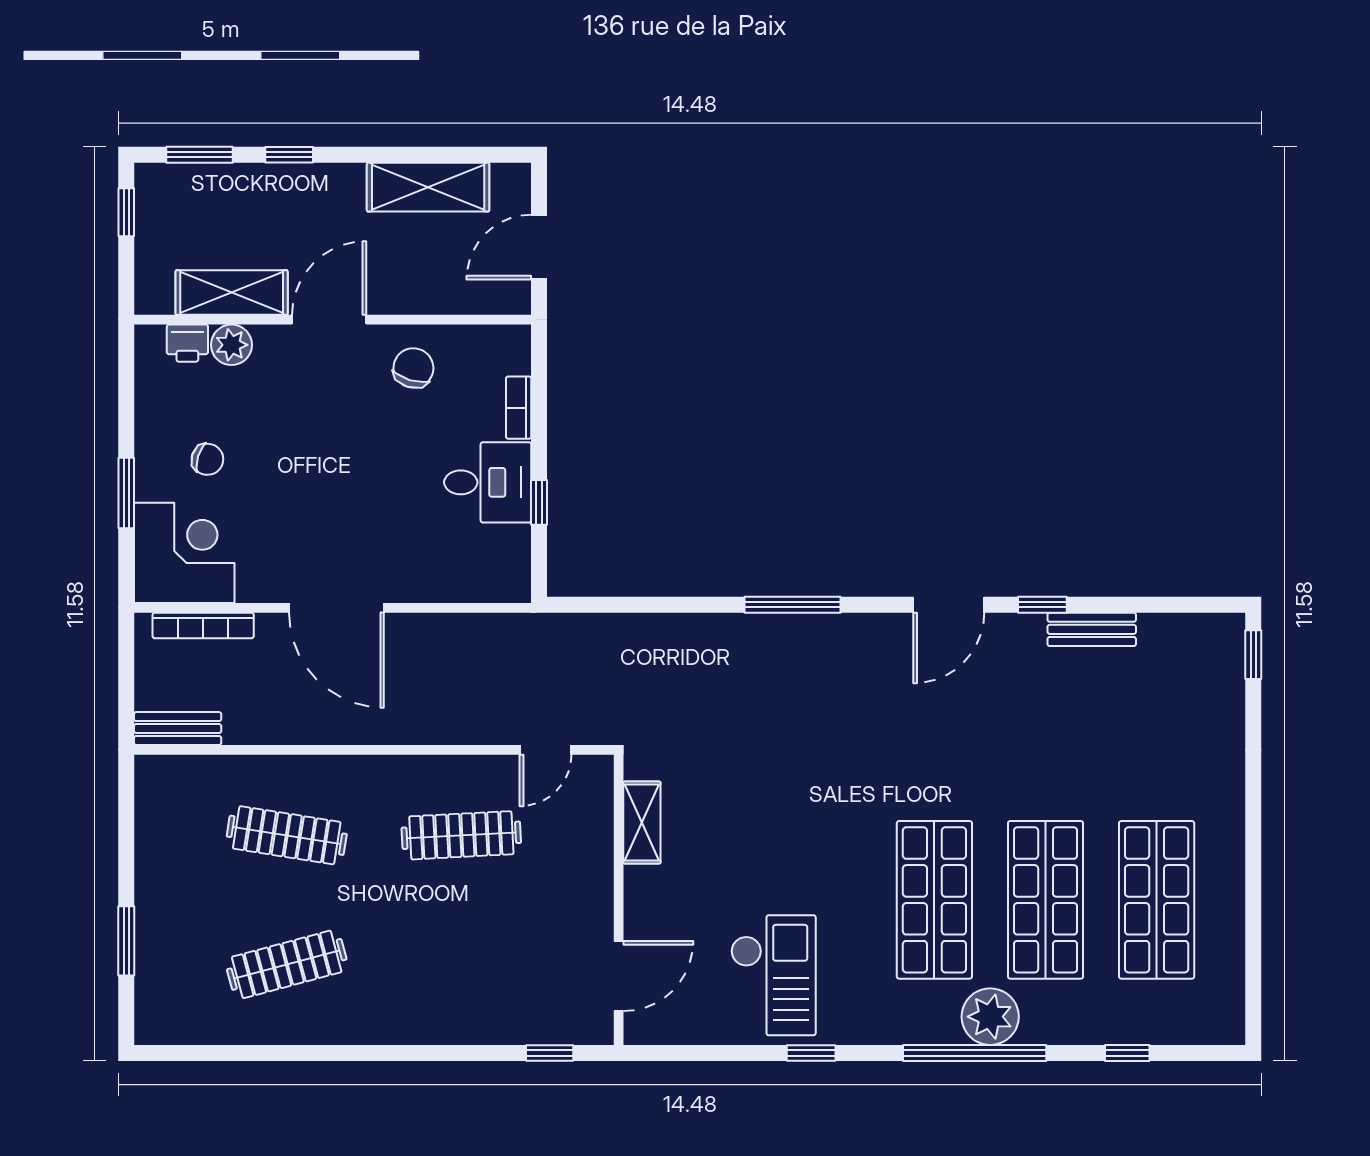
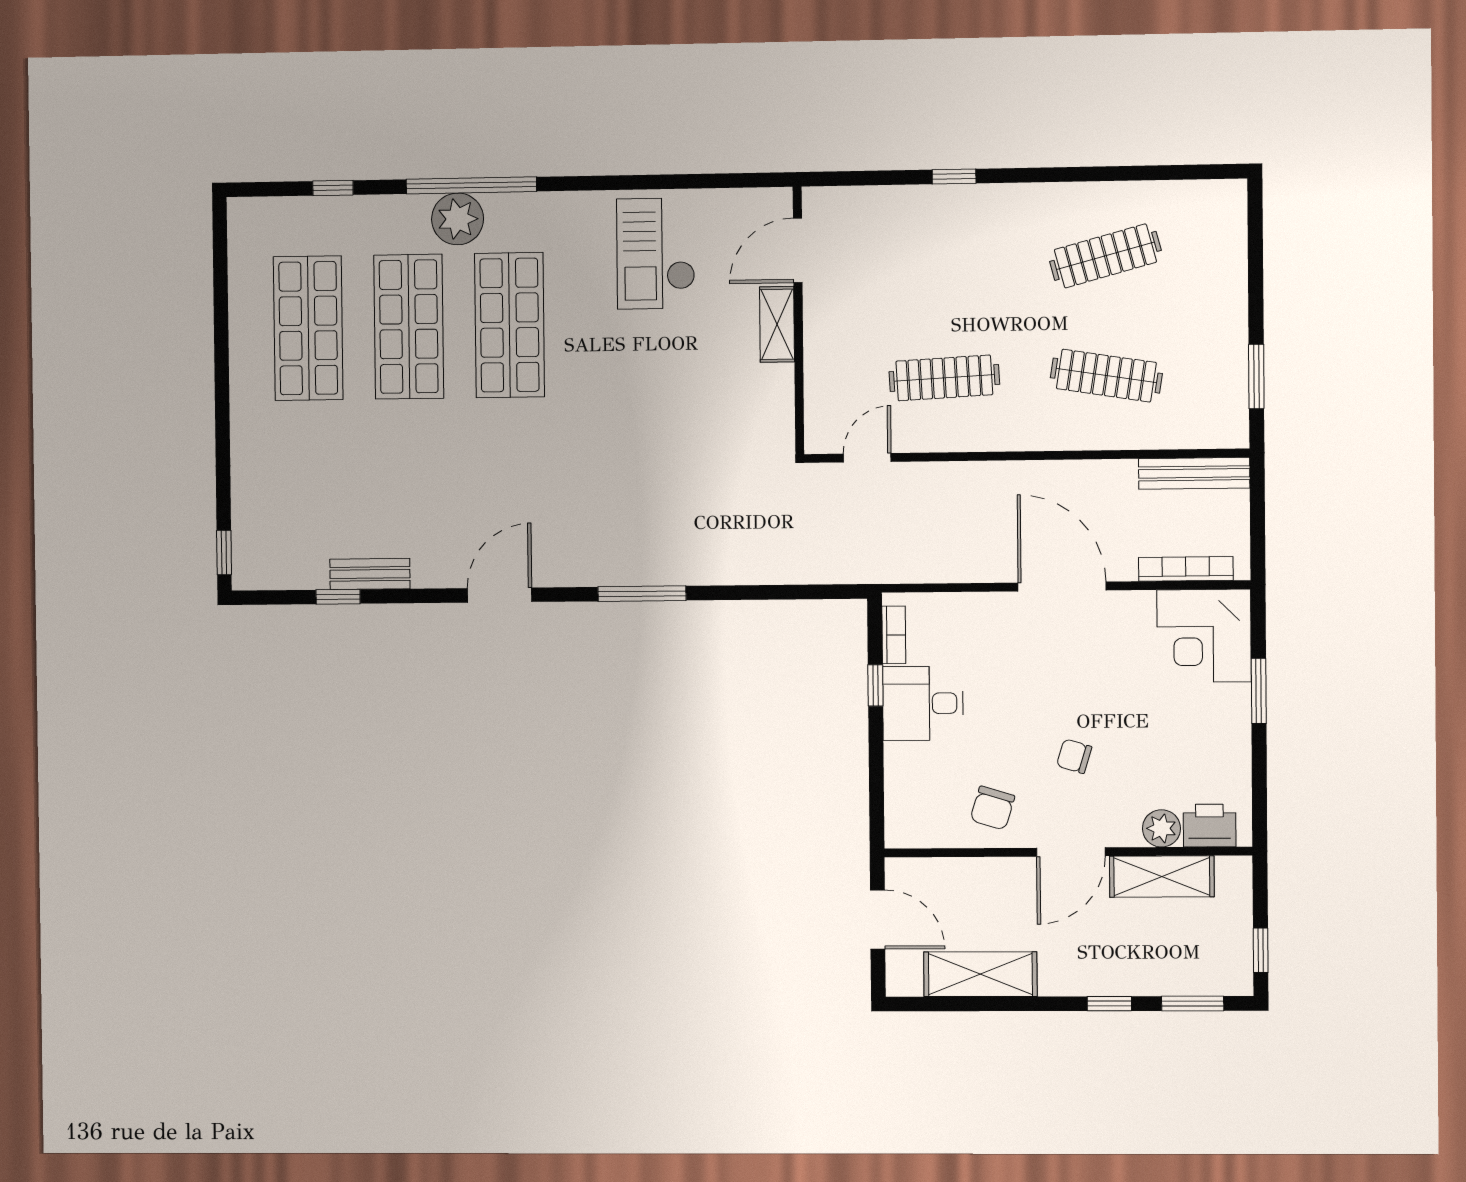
door: (539, 247) -> (878, 920), hinge flipped
printer: (187, 343) -> (1209, 826), width x1.36, depth x1.24
bookcase: (519, 408) -> (894, 635), moved
chair: (207, 459) -> (1074, 756), moved
window: (1042, 605) -> (338, 597), moved
bench: (178, 729) -> (1194, 473), width x1.36
shelving: (642, 823) -> (777, 324), moved
window: (126, 941) -> (1256, 377), moved
window: (550, 1053) -> (954, 176), moved
window: (811, 1053) -> (620, 183), removed

